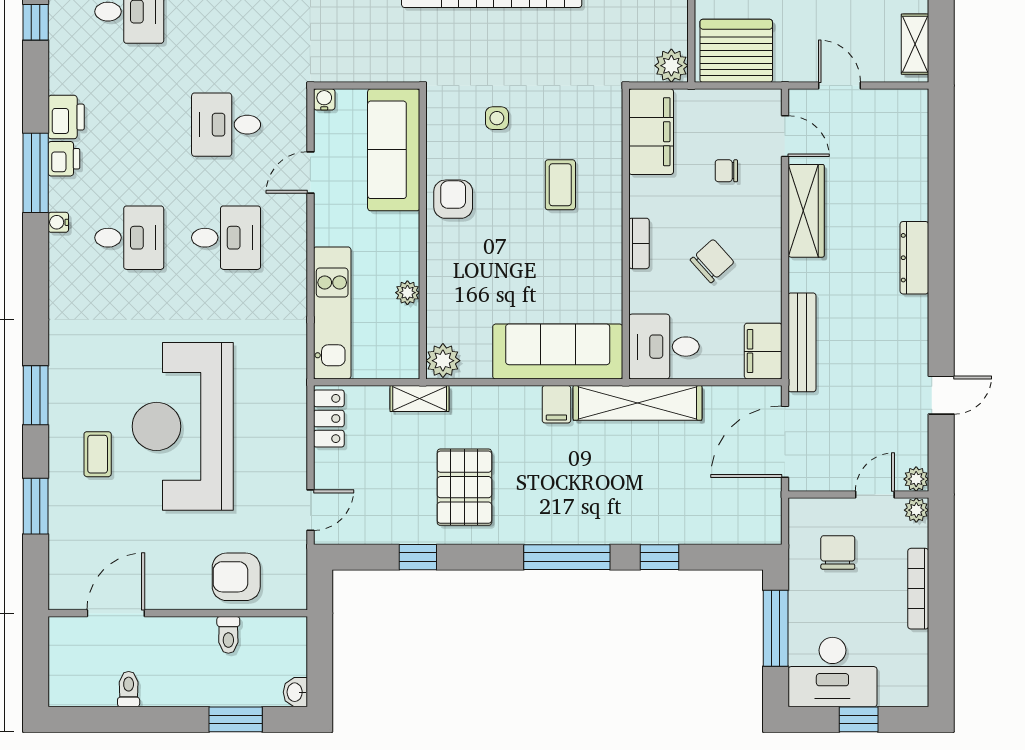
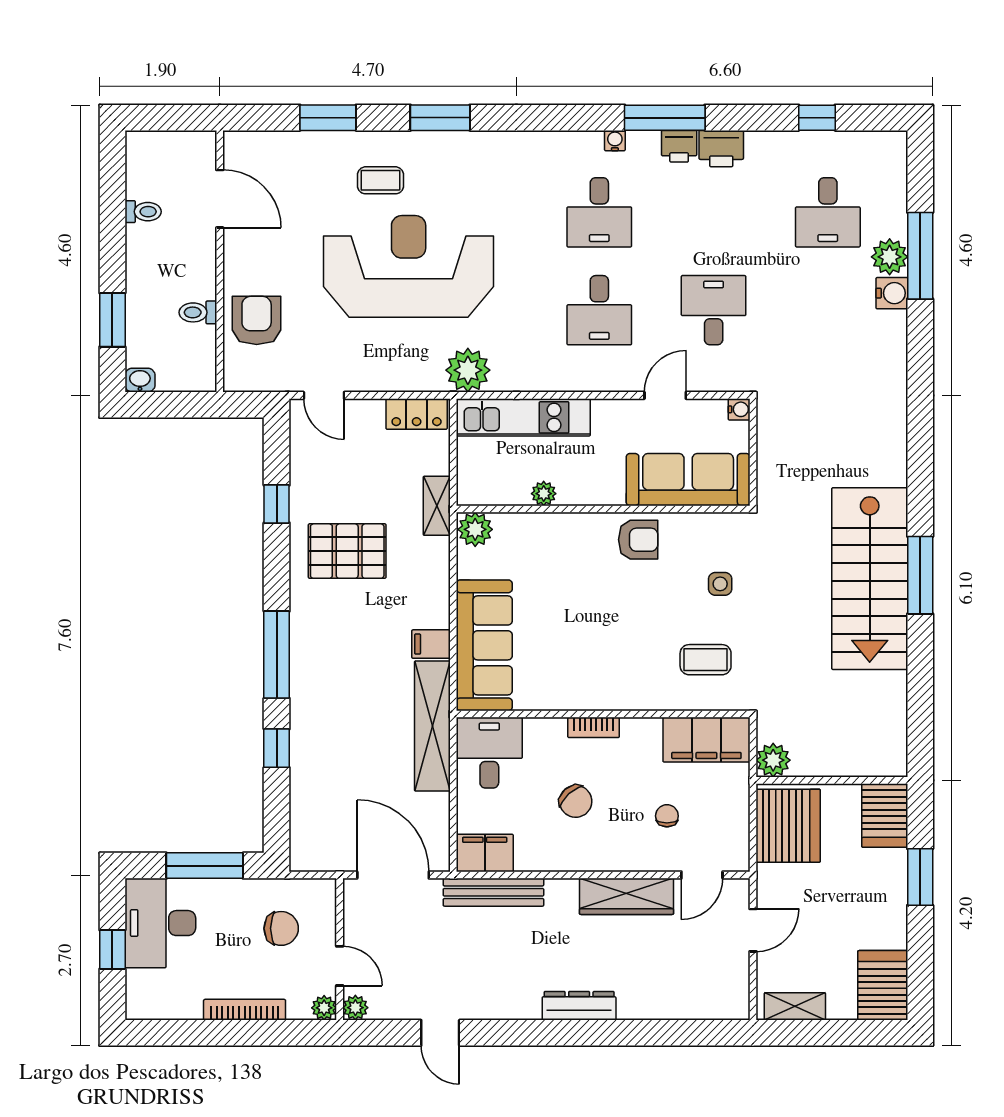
door: (310, 173) -> (665, 395), hinge flipped
coffee table: (560, 185) -> (706, 660), moved
plant: (285, 368) -> (468, 370), added

